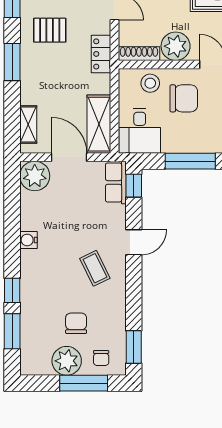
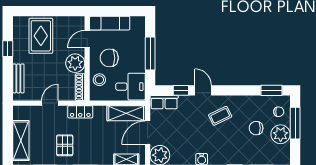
chair: (184, 98) -> (109, 58), turned -90
window: (134, 186) -> (181, 90), moved

